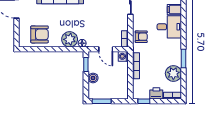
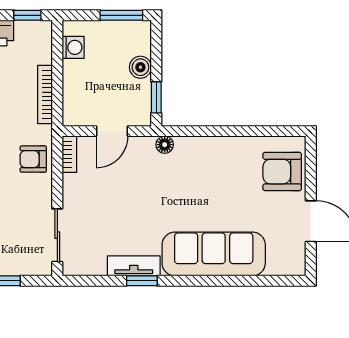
armchair: (40, 34) -> (282, 172), moved
plant: (70, 39) -> (193, 153), removed
door: (106, 49) -> (112, 131), swing flipped
washing machine: (123, 56) -> (73, 47), moved

